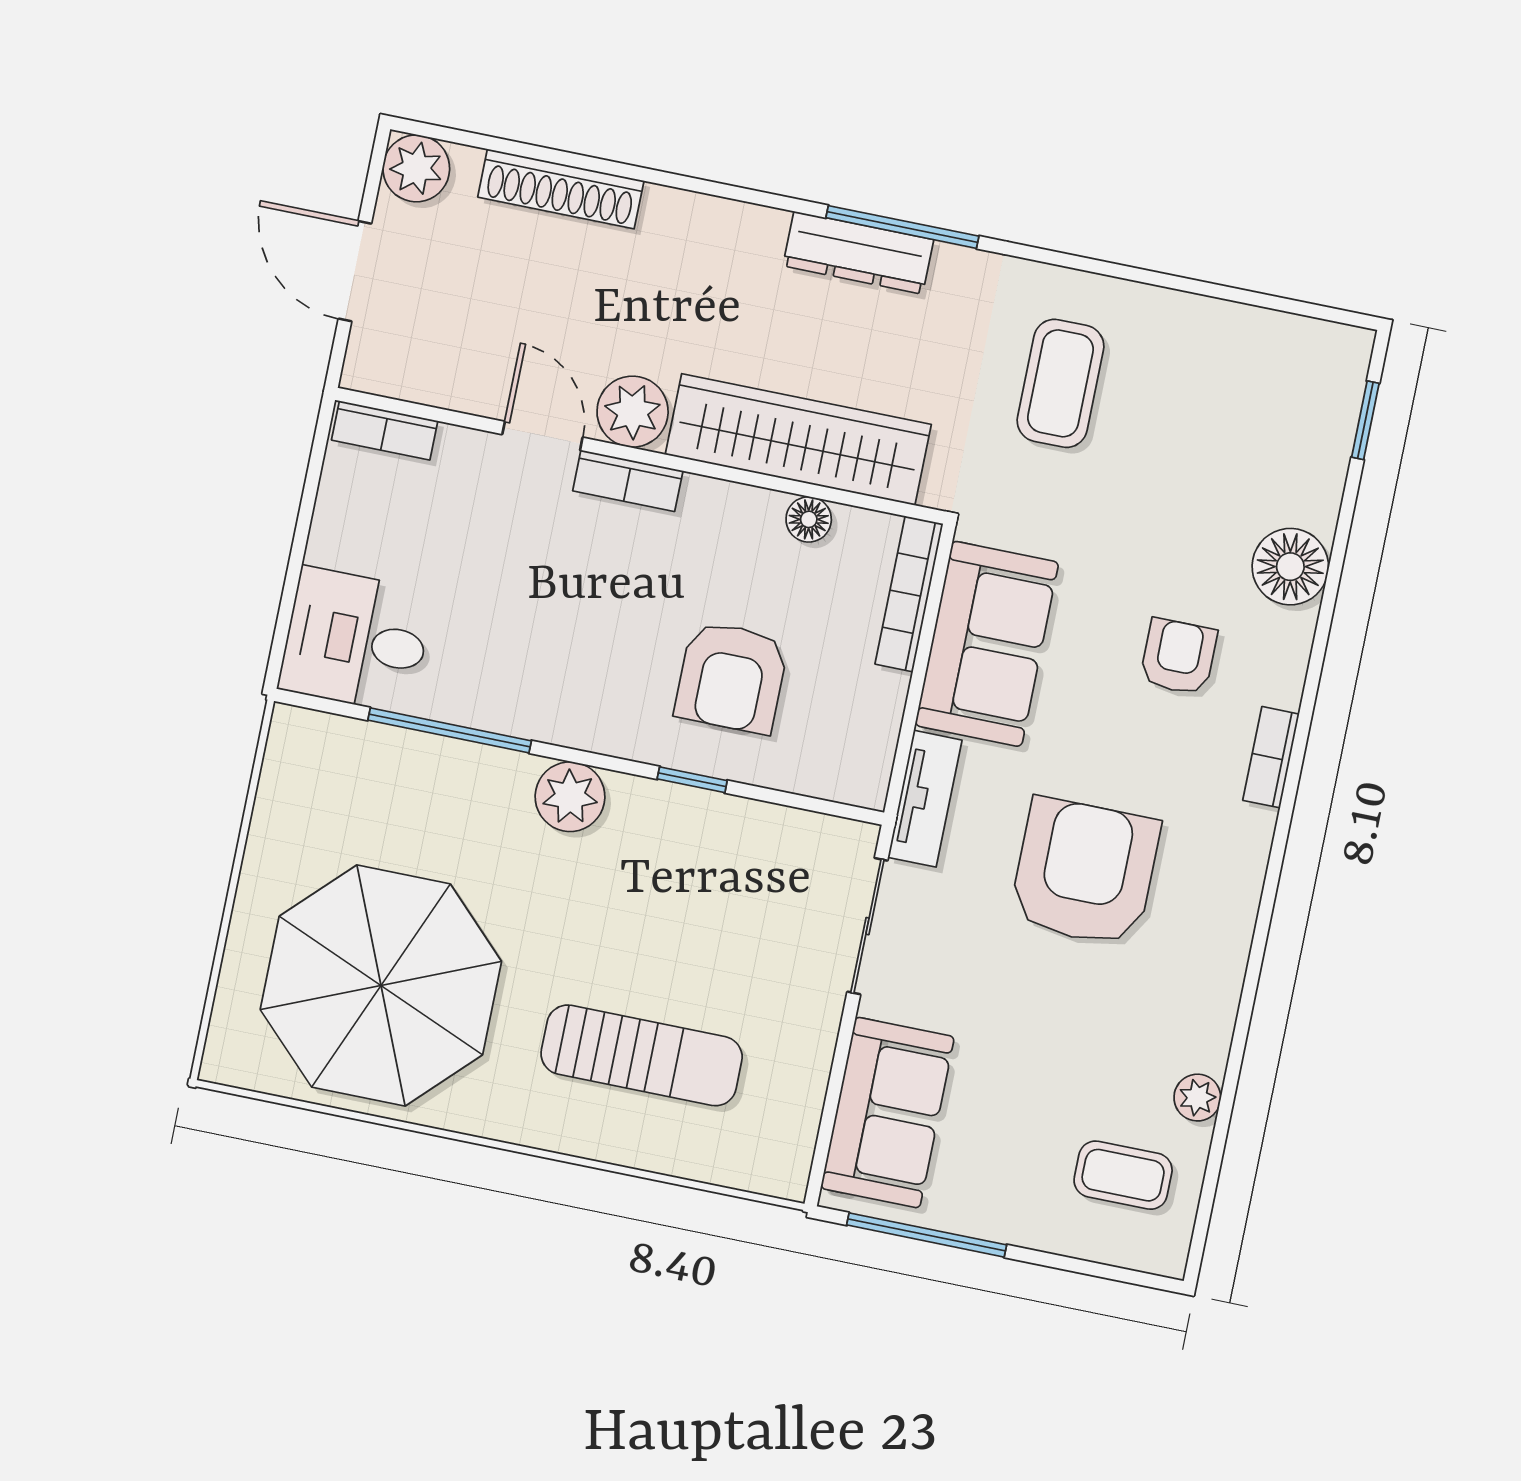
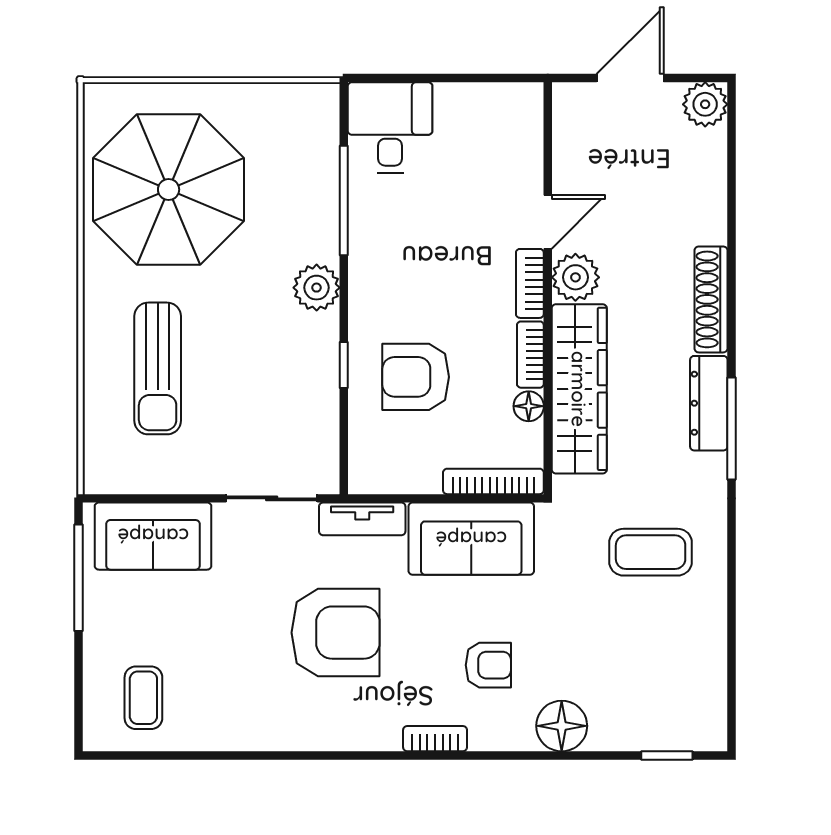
shoe rack: (561, 189) -> (711, 299), moved
bookcase: (385, 430) -> (530, 355), moved
plant: (1197, 1098) -> (204, 736), removed

